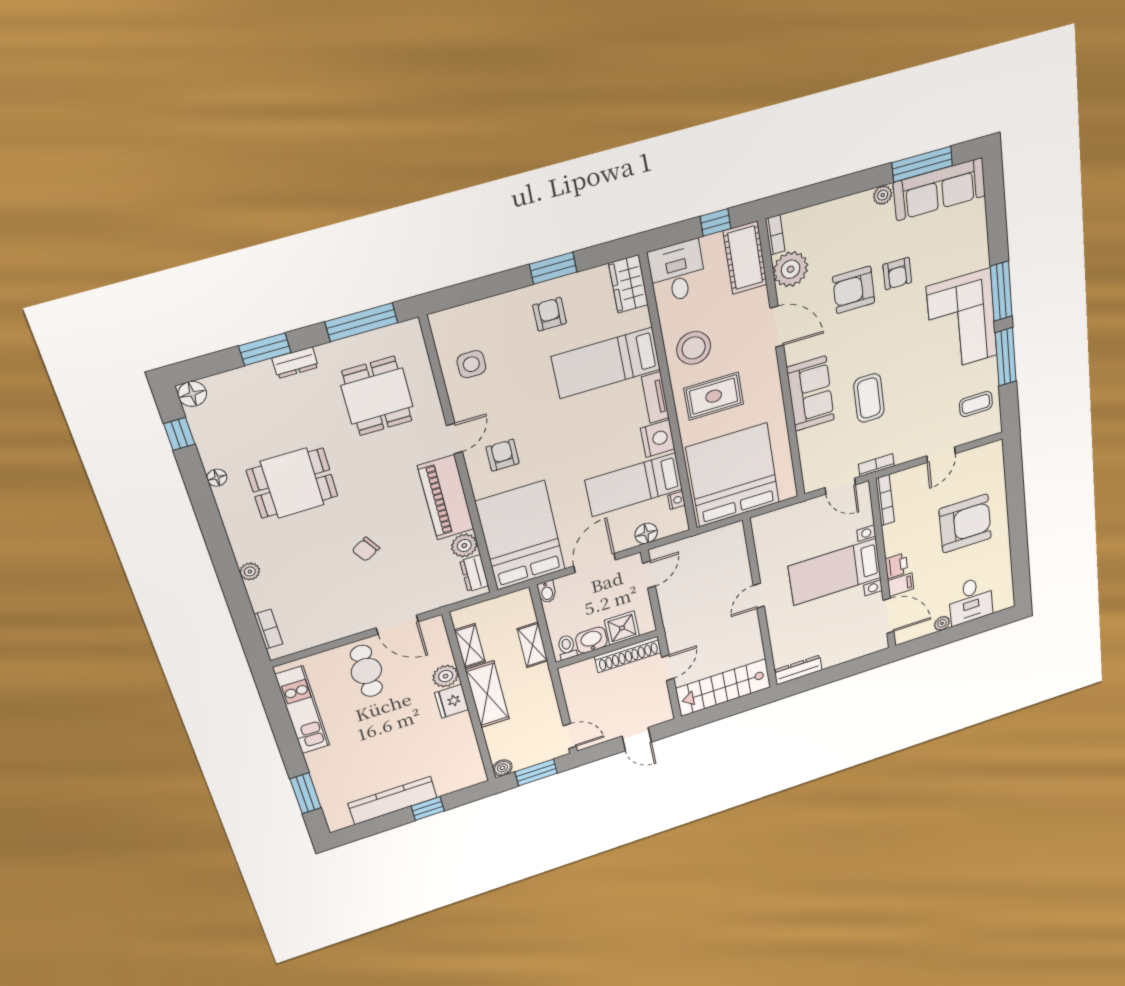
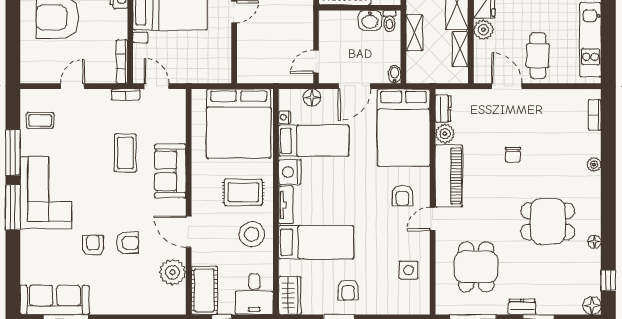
plant: (883, 195) -> (98, 308), removed
bookcase: (775, 235) -> (180, 301), removed
armchair: (854, 290) -> (127, 243), width x0.72, depth x0.72
chair: (366, 549) -> (513, 155), turned 121
shower: (622, 628) -> (345, 22), removed

